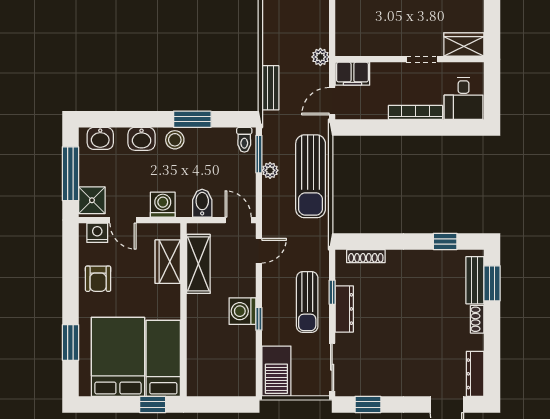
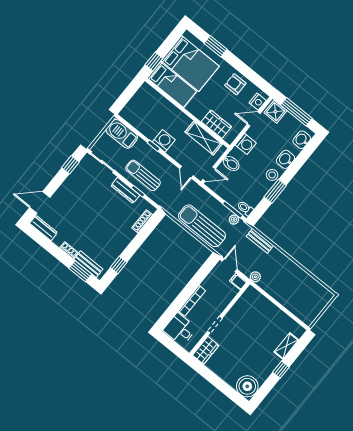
filing cabinet: (352, 74) -> (238, 282), width x0.50
plant: (270, 170) -> (234, 220), moved

